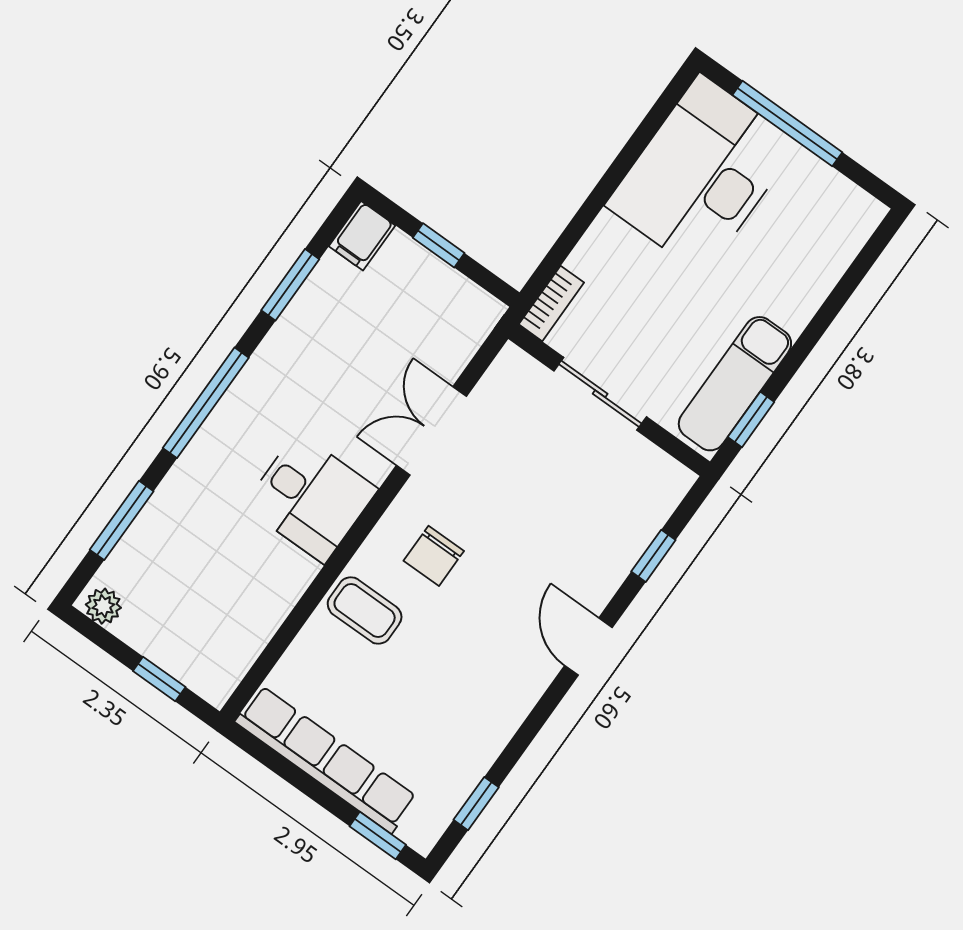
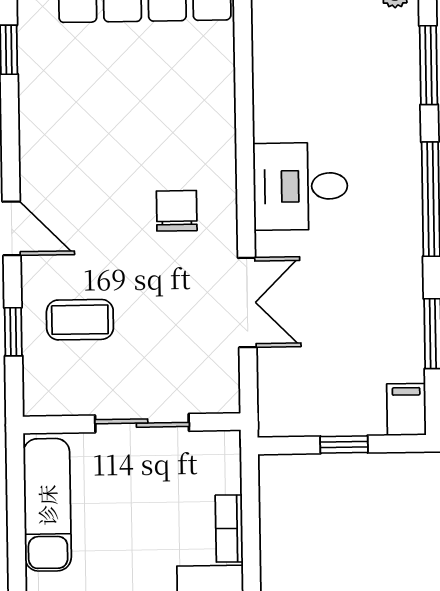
bookcase: (551, 303) -> (229, 528), moved
window: (751, 419) -> (16, 487), removed
coffee table: (365, 611) -> (80, 320), moved

